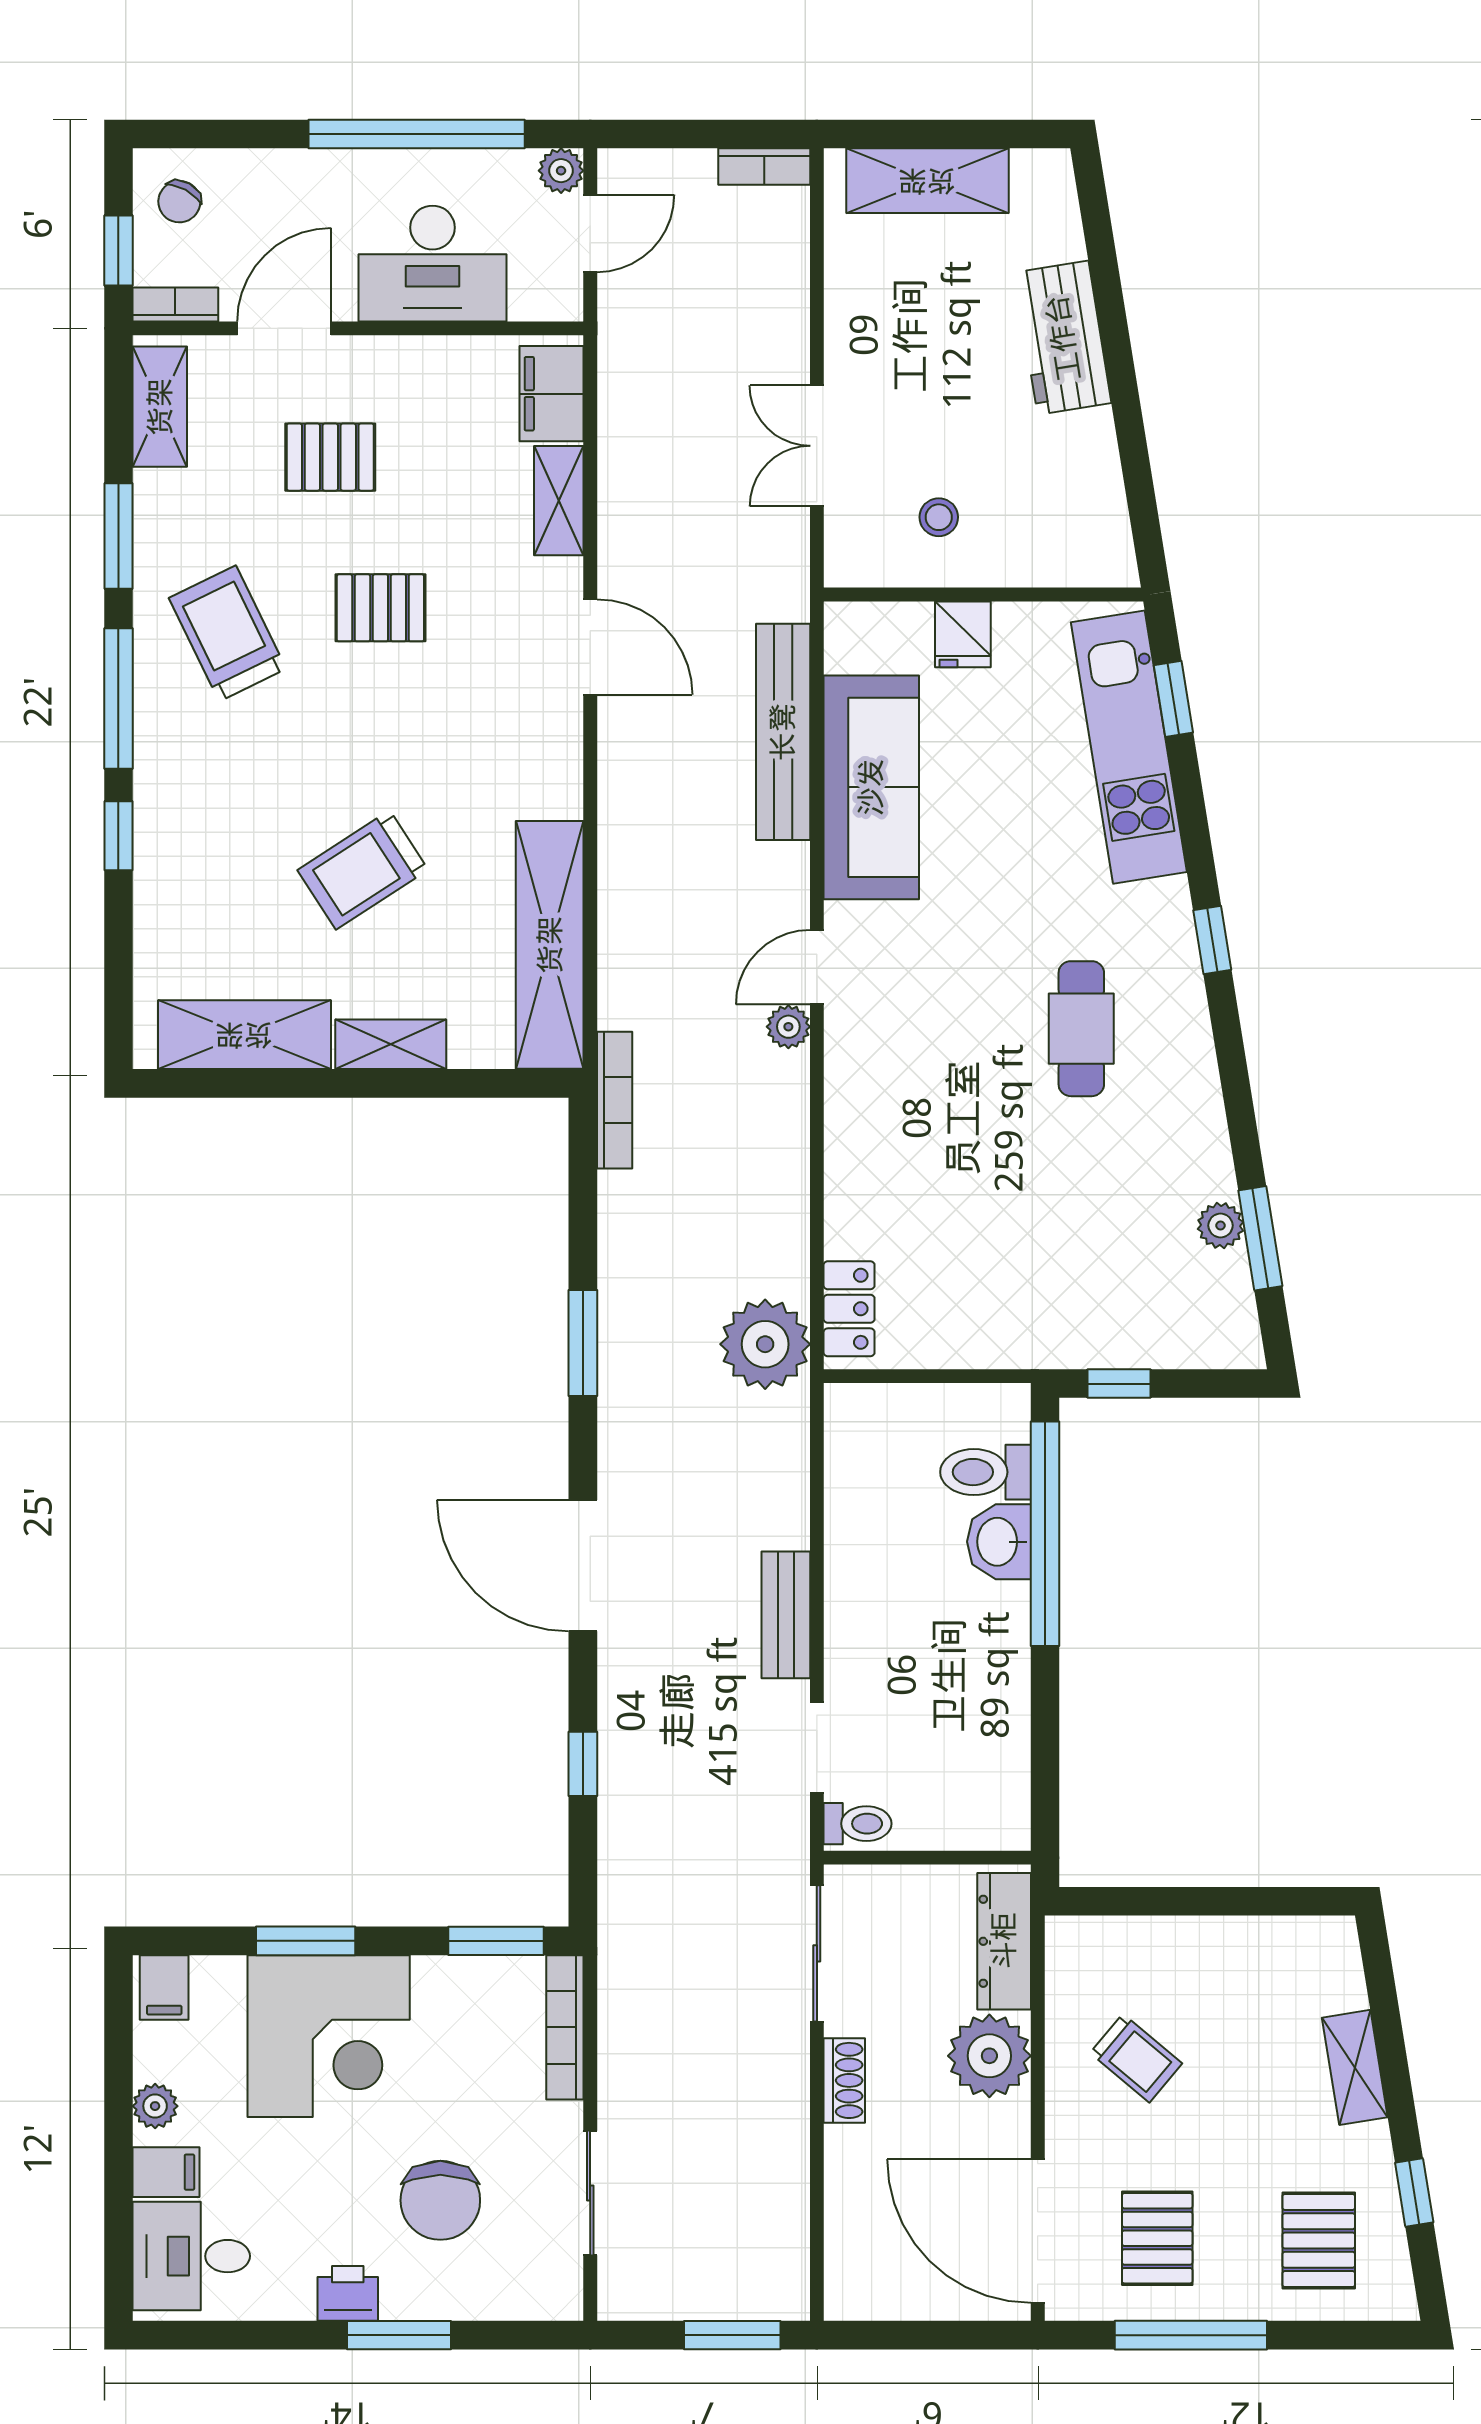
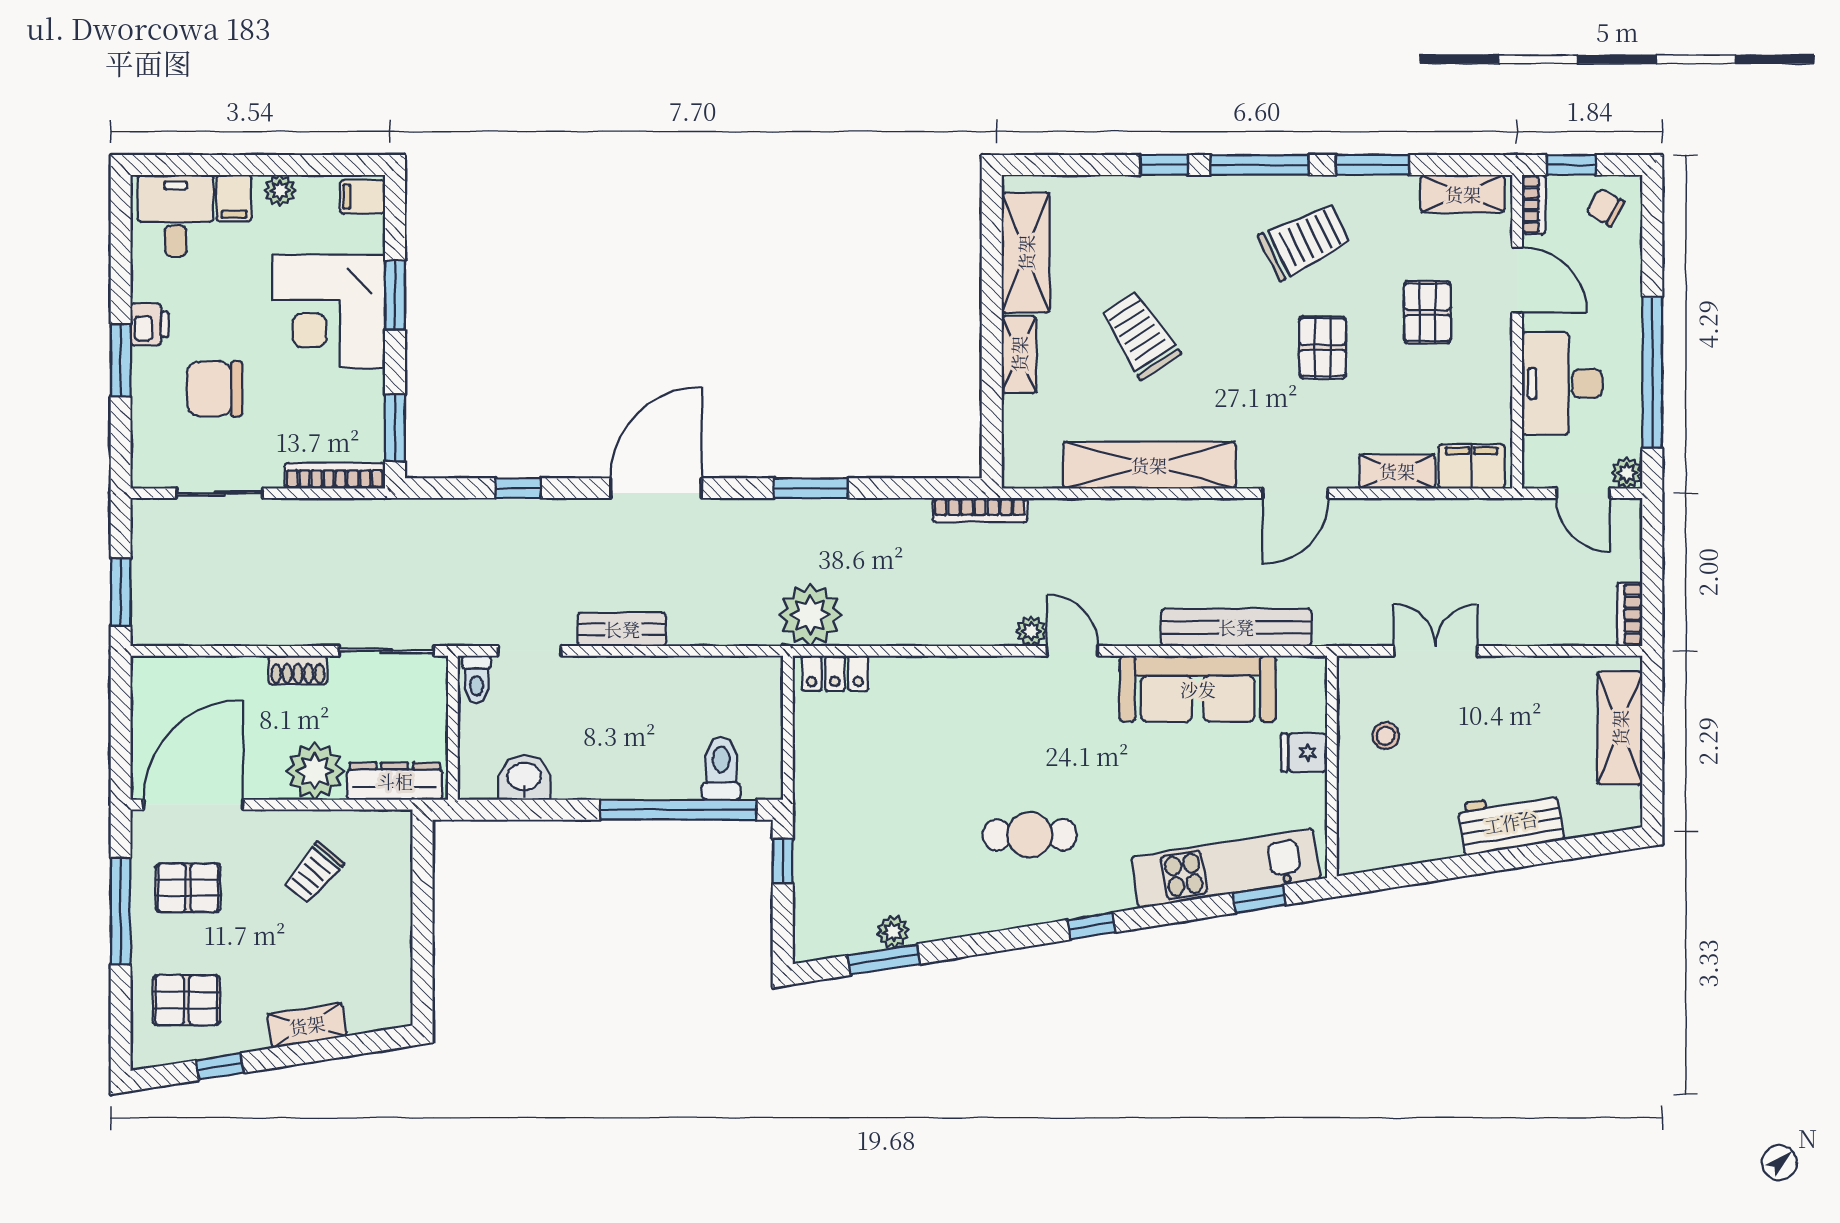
shelving: (550, 945) -> (1149, 465), moved
washbasin: (999, 1542) -> (524, 778), moved

